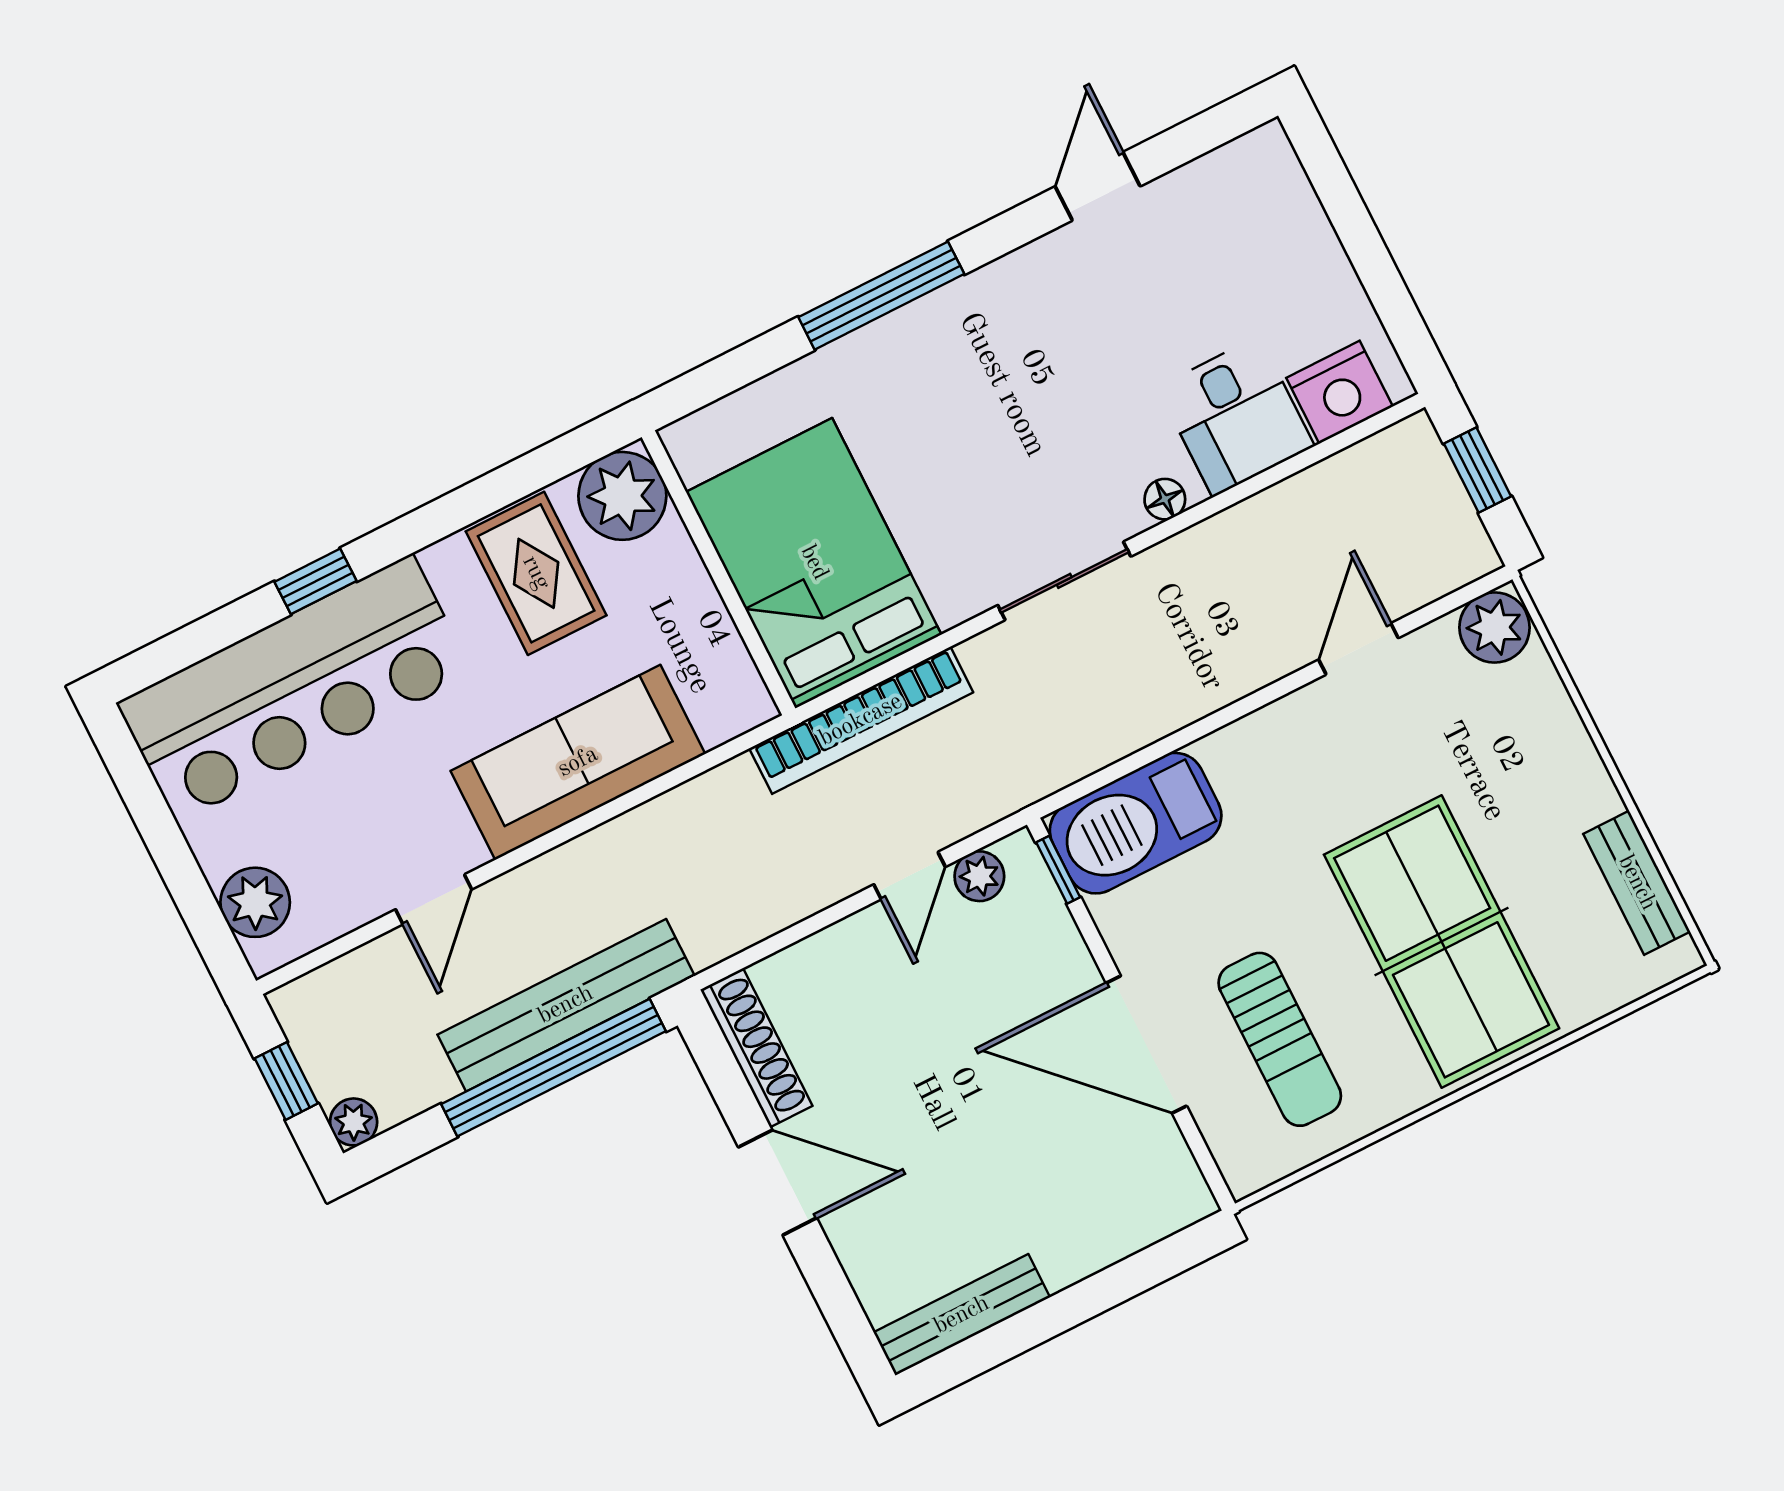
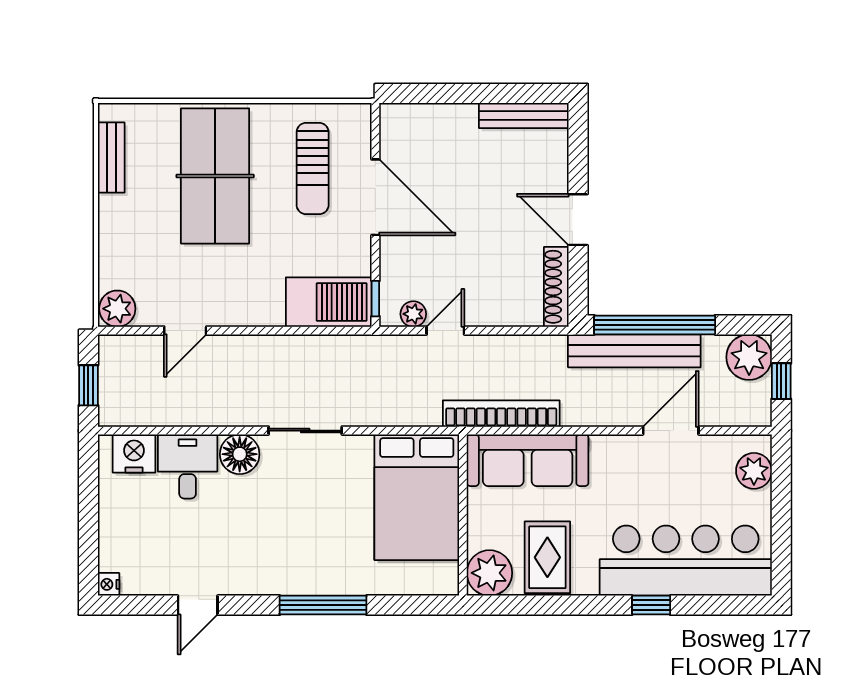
nightstand: (1269, 144) -> (109, 584), added
floor lamp: (1165, 499) -> (240, 454), width x1.89, depth x1.89
bookcase: (861, 720) -> (501, 414), moved
sofa: (578, 762) -> (528, 460), moved
door: (434, 899) -> (671, 431), width x1.38
sun lounger: (1280, 1039) -> (313, 169), turned 180
plant: (354, 1122) -> (749, 357), width x1.87, depth x1.87

